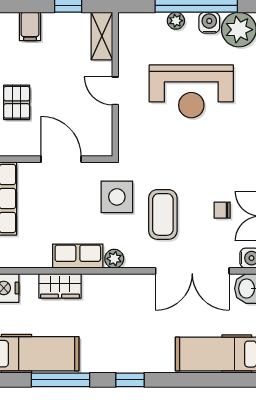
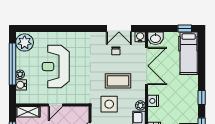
water cooler: (209, 23) -> (21, 85), moved
reception desk: (191, 91) -> (56, 67), turned 180
nightstand: (123, 284) -> (153, 101), added

